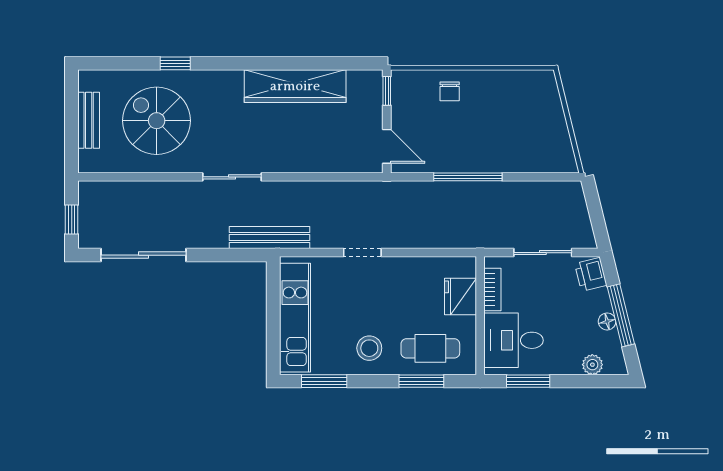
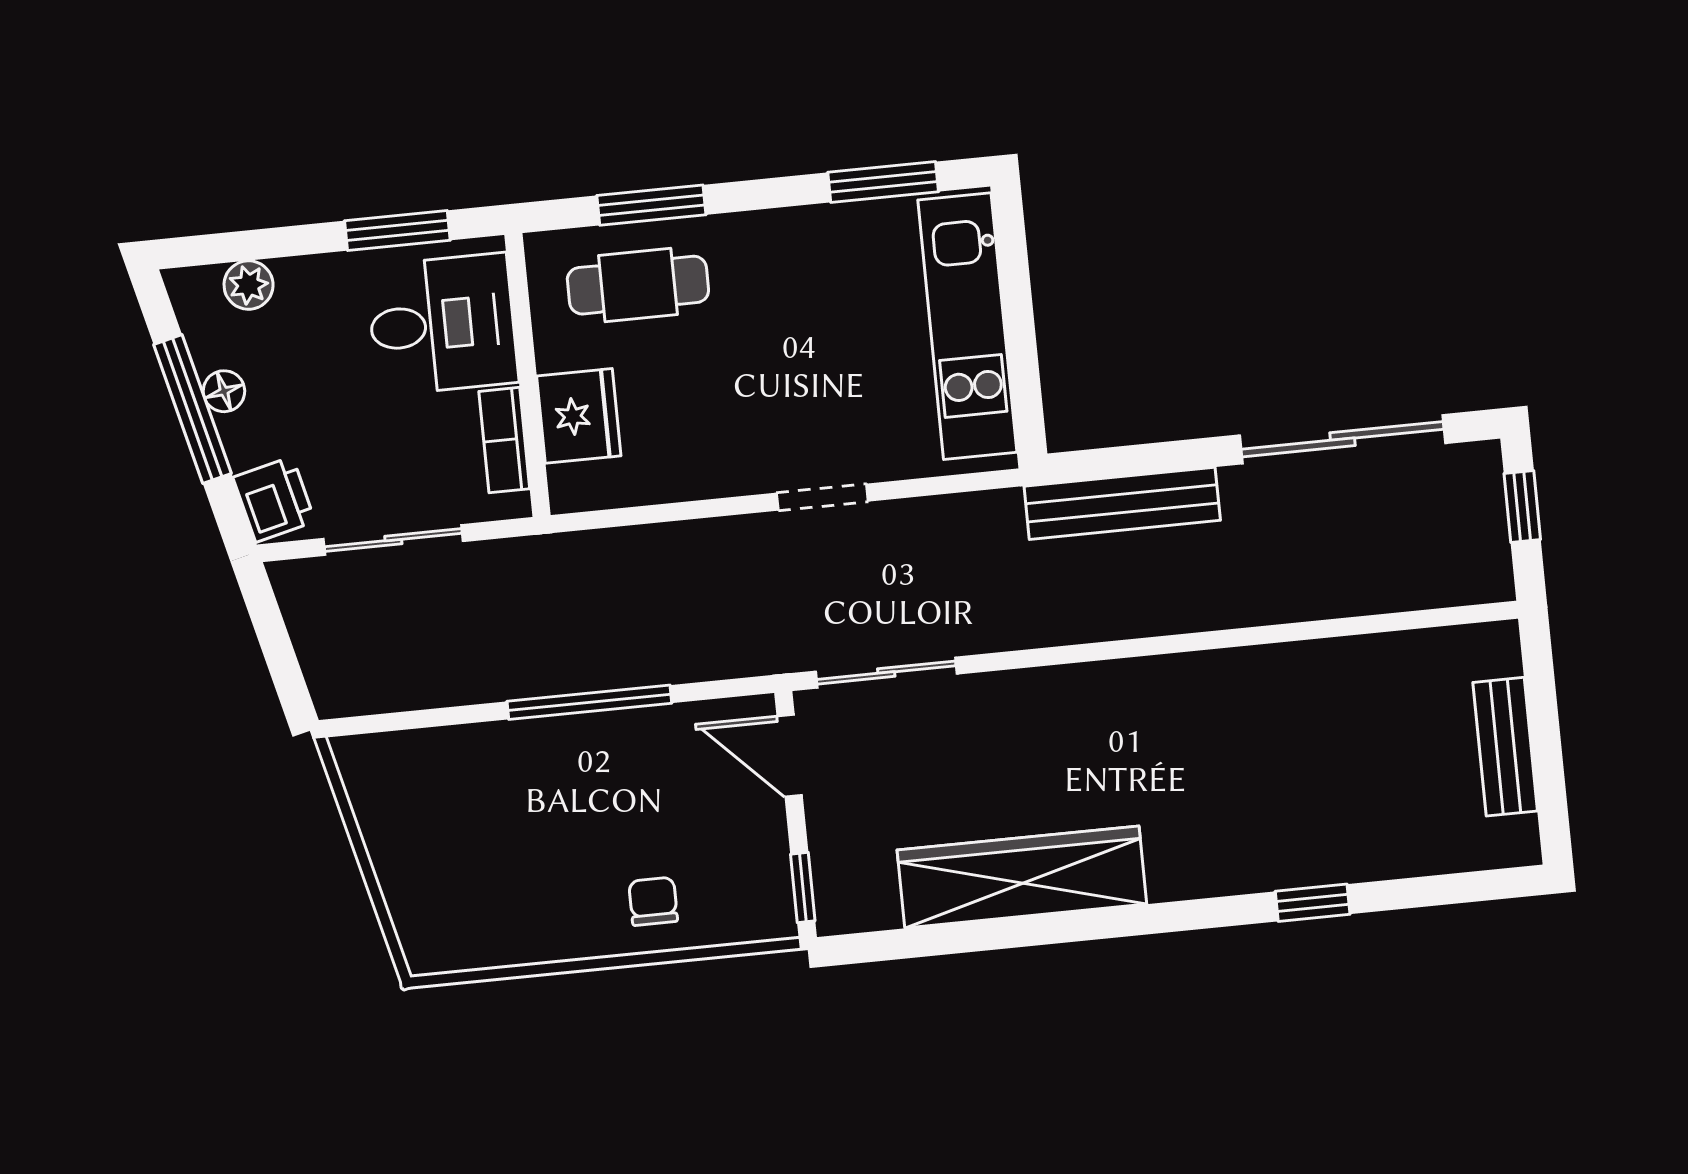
spiral stairs: (157, 121) -> (1343, 762), removed
sliding door: (232, 177) -> (886, 673), moved
bench: (269, 238) -> (1122, 503), moved
stool: (369, 348) -> (783, 271), removed

